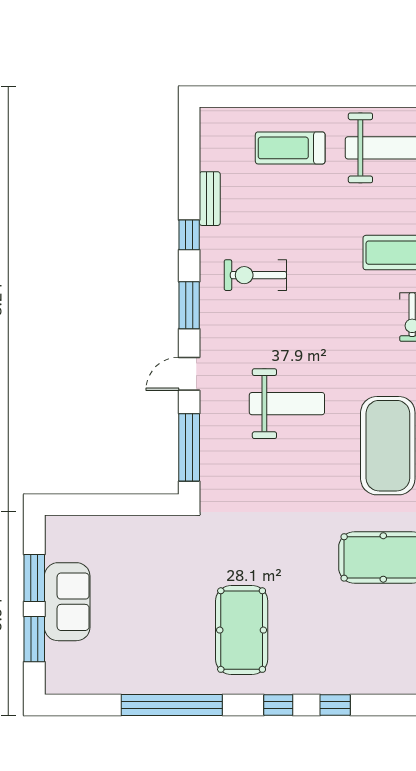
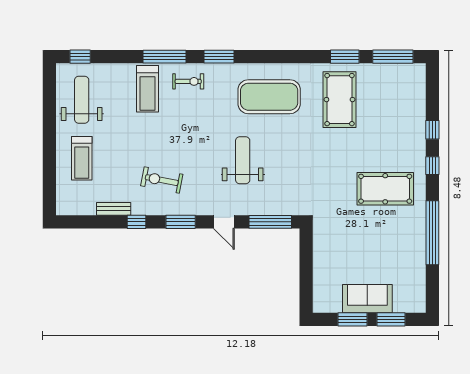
exercise bike: (255, 275) -> (162, 180), turned 101

